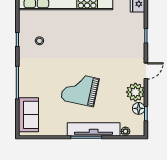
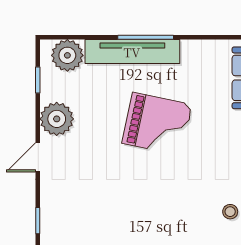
floor lamp: (139, 108) -> (51, 89), removed
plant: (125, 131) -> (67, 55), width x1.87, depth x1.87

